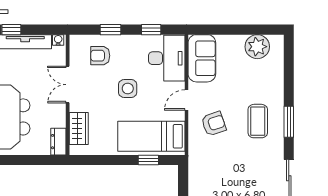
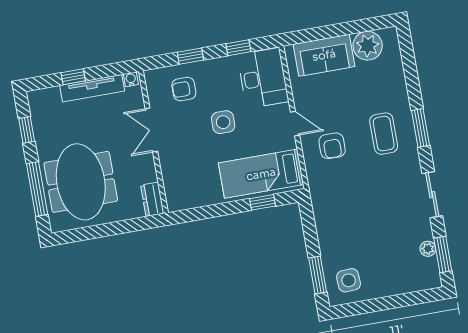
sofa: (202, 58) -> (324, 55), moved, turned 90
door: (186, 100) -> (295, 123), swing flipped
armchair: (214, 124) -> (332, 146), turned 109
wardrobe: (79, 128) -> (174, 180), removed

